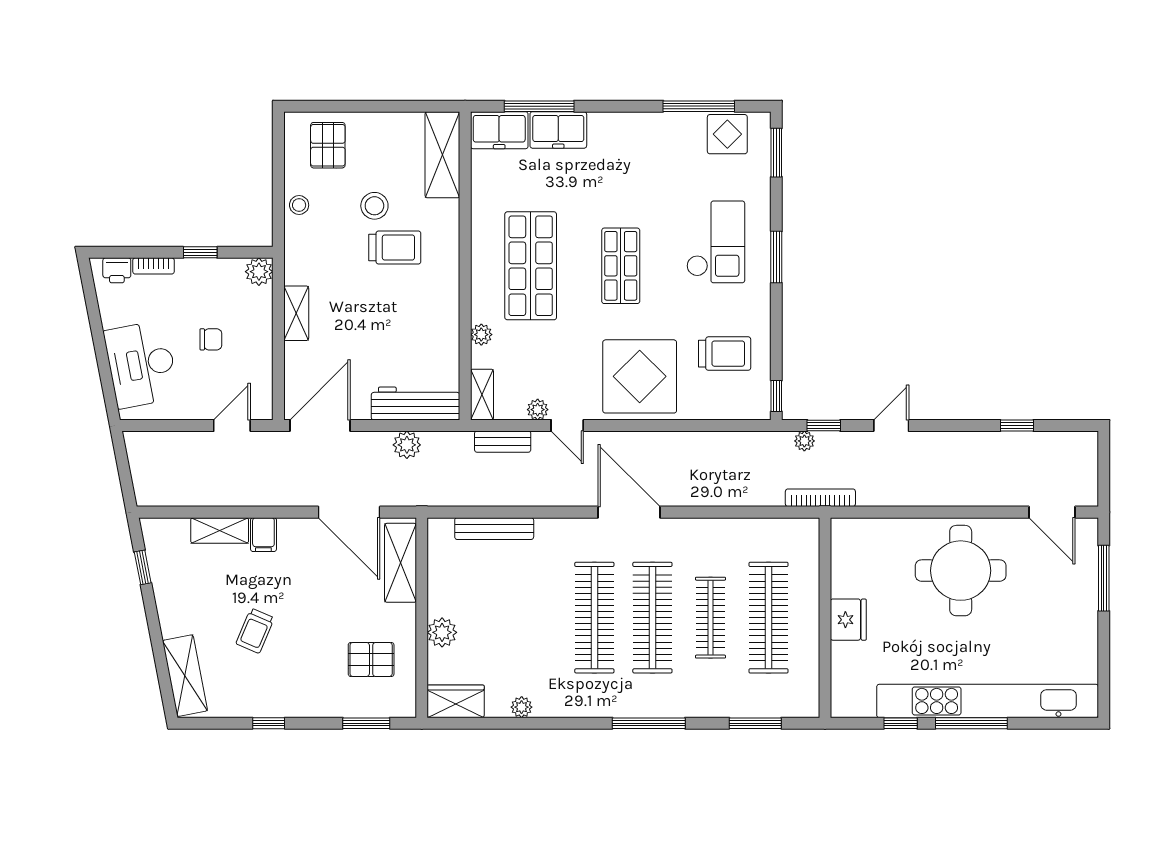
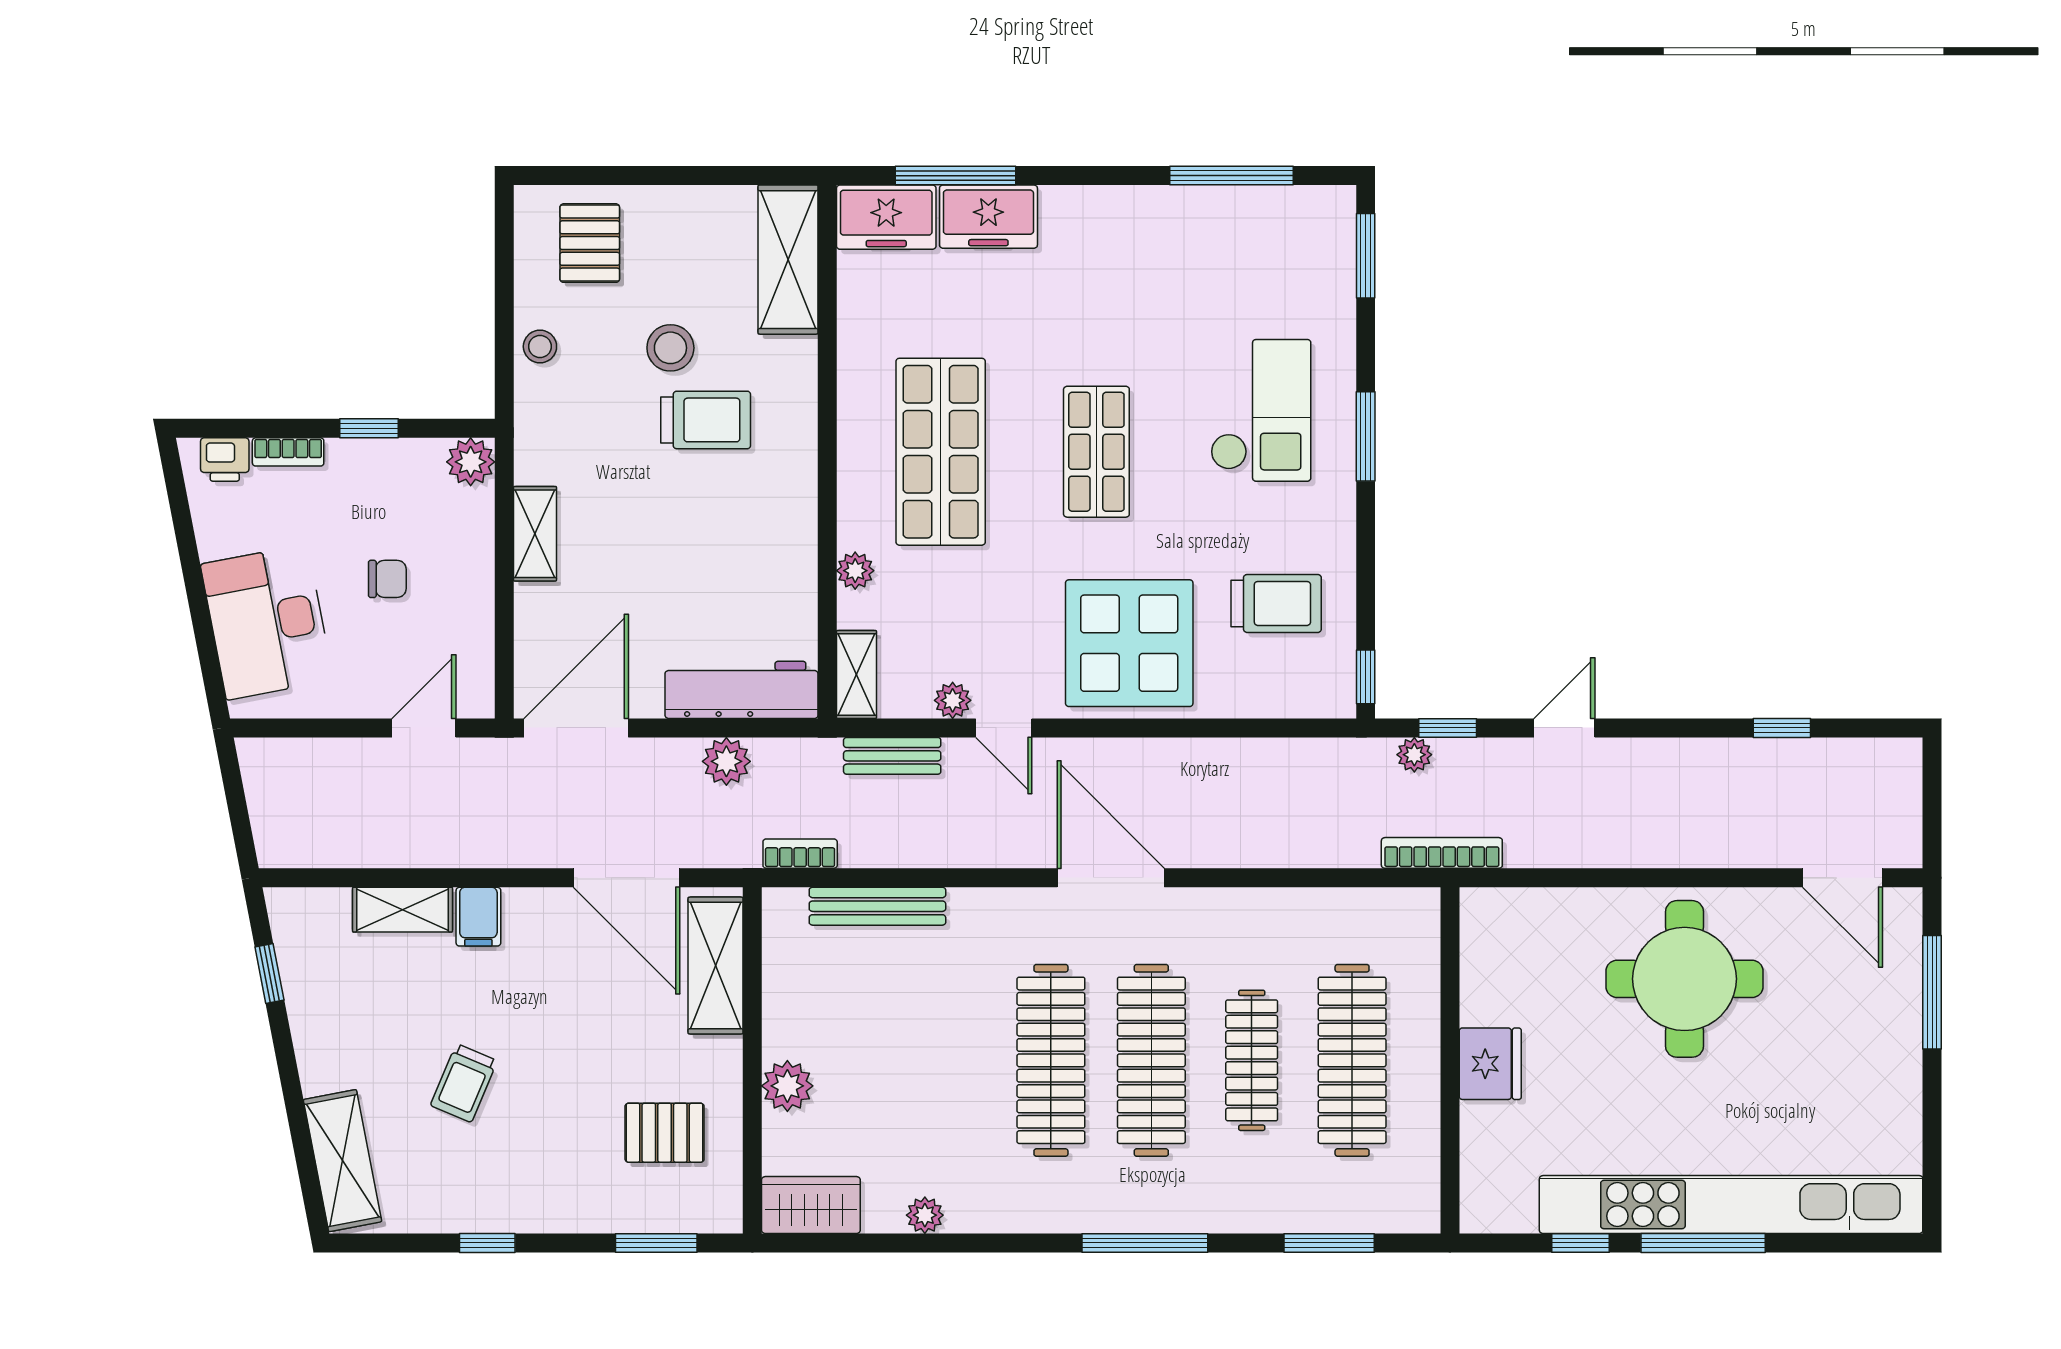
display table: (727, 134) -> (1281, 224), removed
bookcase: (449, 498) -> (800, 854), added

